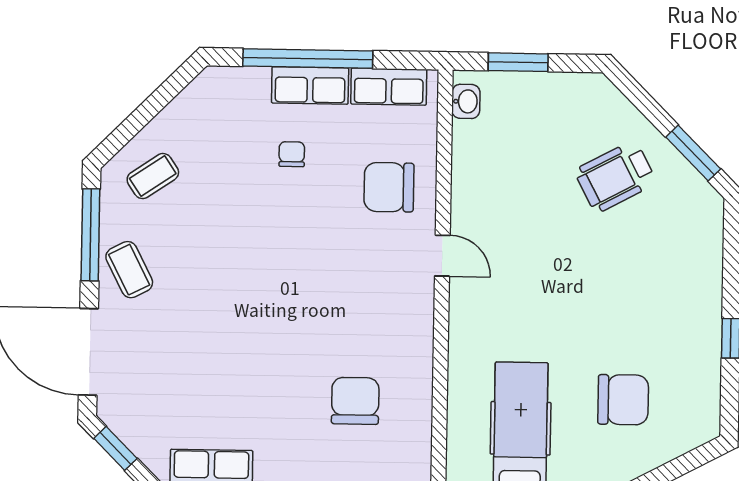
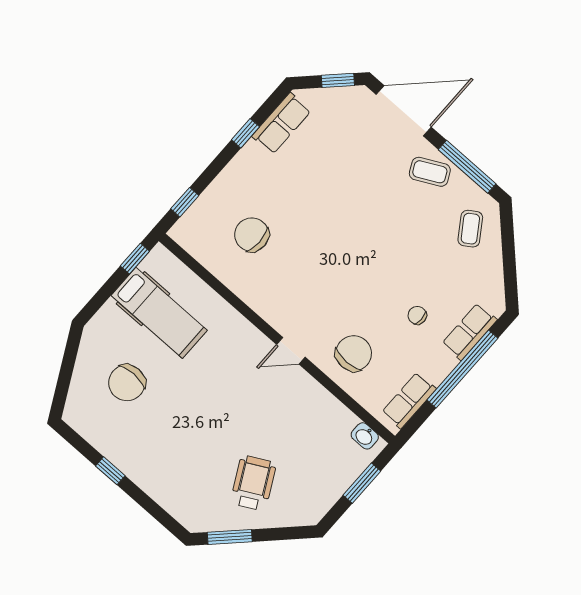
row of seats: (310, 85) -> (469, 332), moved
chair: (292, 154) -> (417, 315), turned 180
chair: (355, 401) -> (252, 235), turned 180

